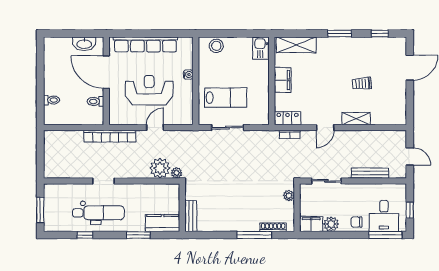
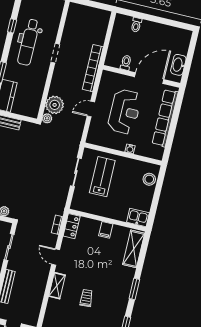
filing cabinet: (283, 80) -> (106, 230), width x0.50
lab bench: (226, 98) -> (102, 177), turned 180
door: (155, 128) -> (91, 109), swing flipped

